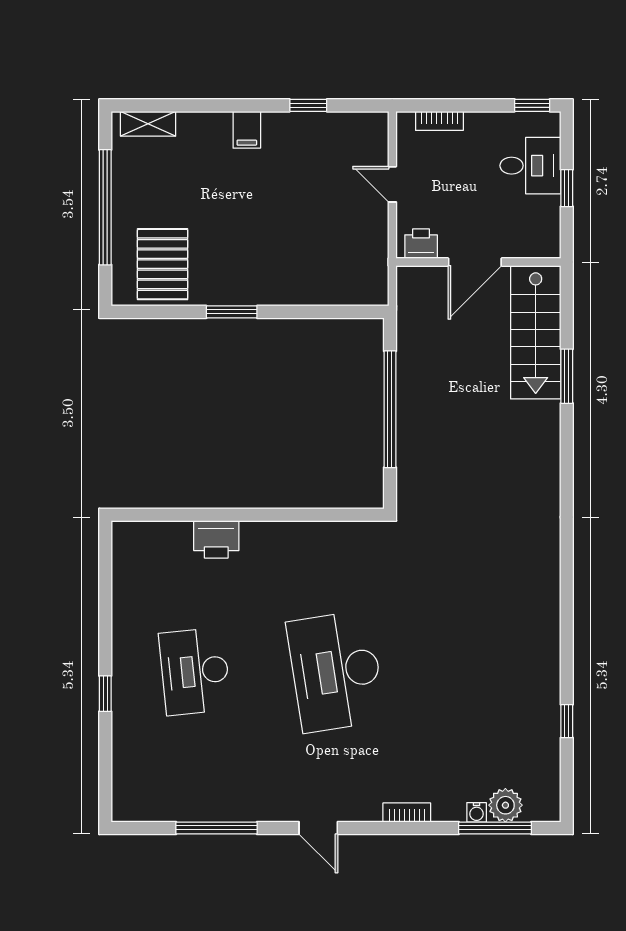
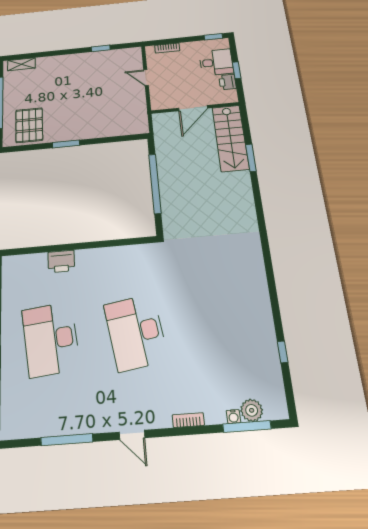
filing cabinet: (247, 130) -> (71, 62), removed
printer: (421, 244) -> (227, 82), moved, turned -90
desk: (195, 671) -> (51, 339), width x1.36, depth x1.30

